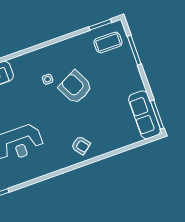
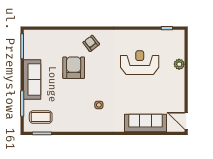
armchair: (75, 87) -> (74, 68), moved, turned -153
sofa: (145, 115) -> (32, 79), moved

